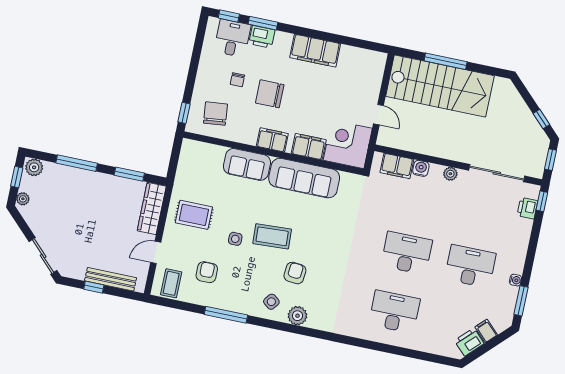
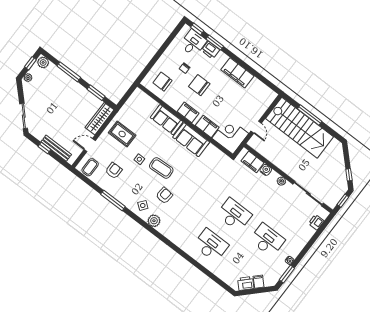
window: (184, 113) -> (145, 72), removed
chair: (215, 114) -> (163, 82), turned -84
sofa: (304, 178) -> (191, 140), width x0.73
window: (542, 201) -> (326, 222), removed

